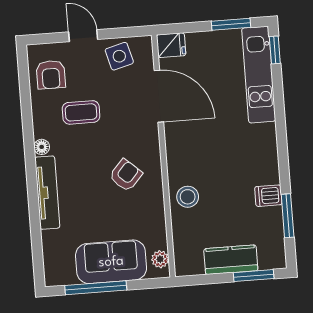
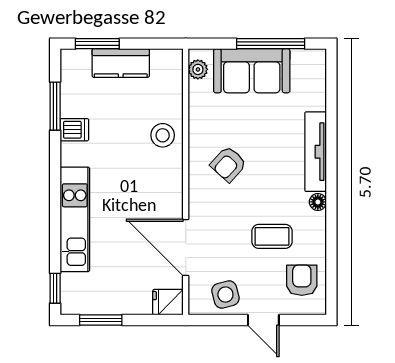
kitchen unit: (259, 75) -> (75, 219), moved

